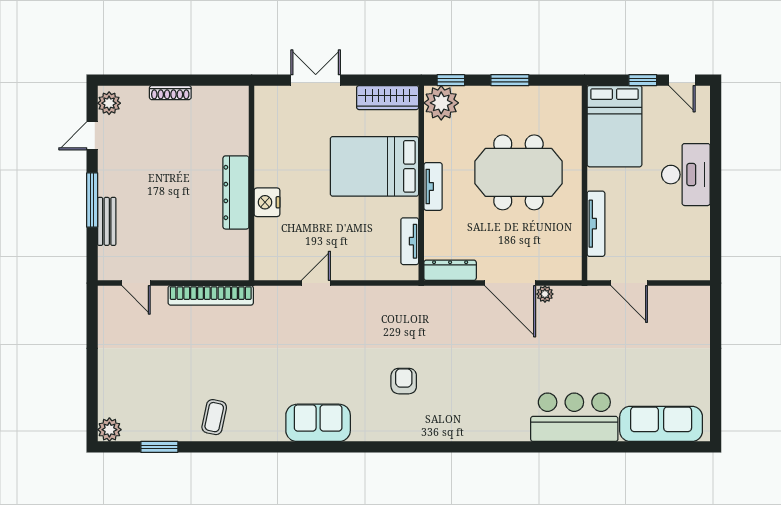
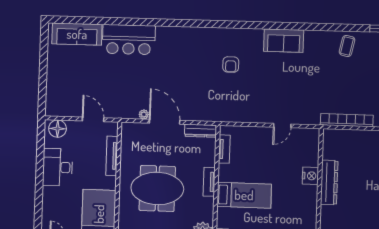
bed: (374, 166) -> (244, 195), width x0.67
desk: (686, 175) -> (58, 167), moved
floor lamp: (688, 266) -> (58, 129), added

